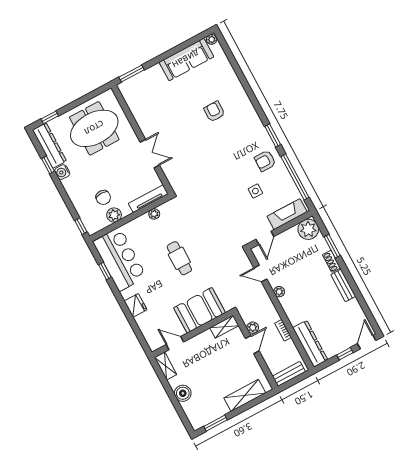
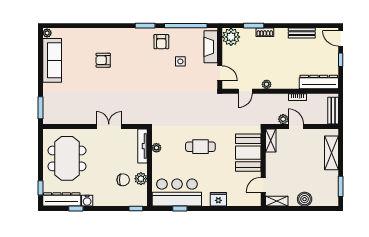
bench: (343, 285) -> (302, 33), moved

